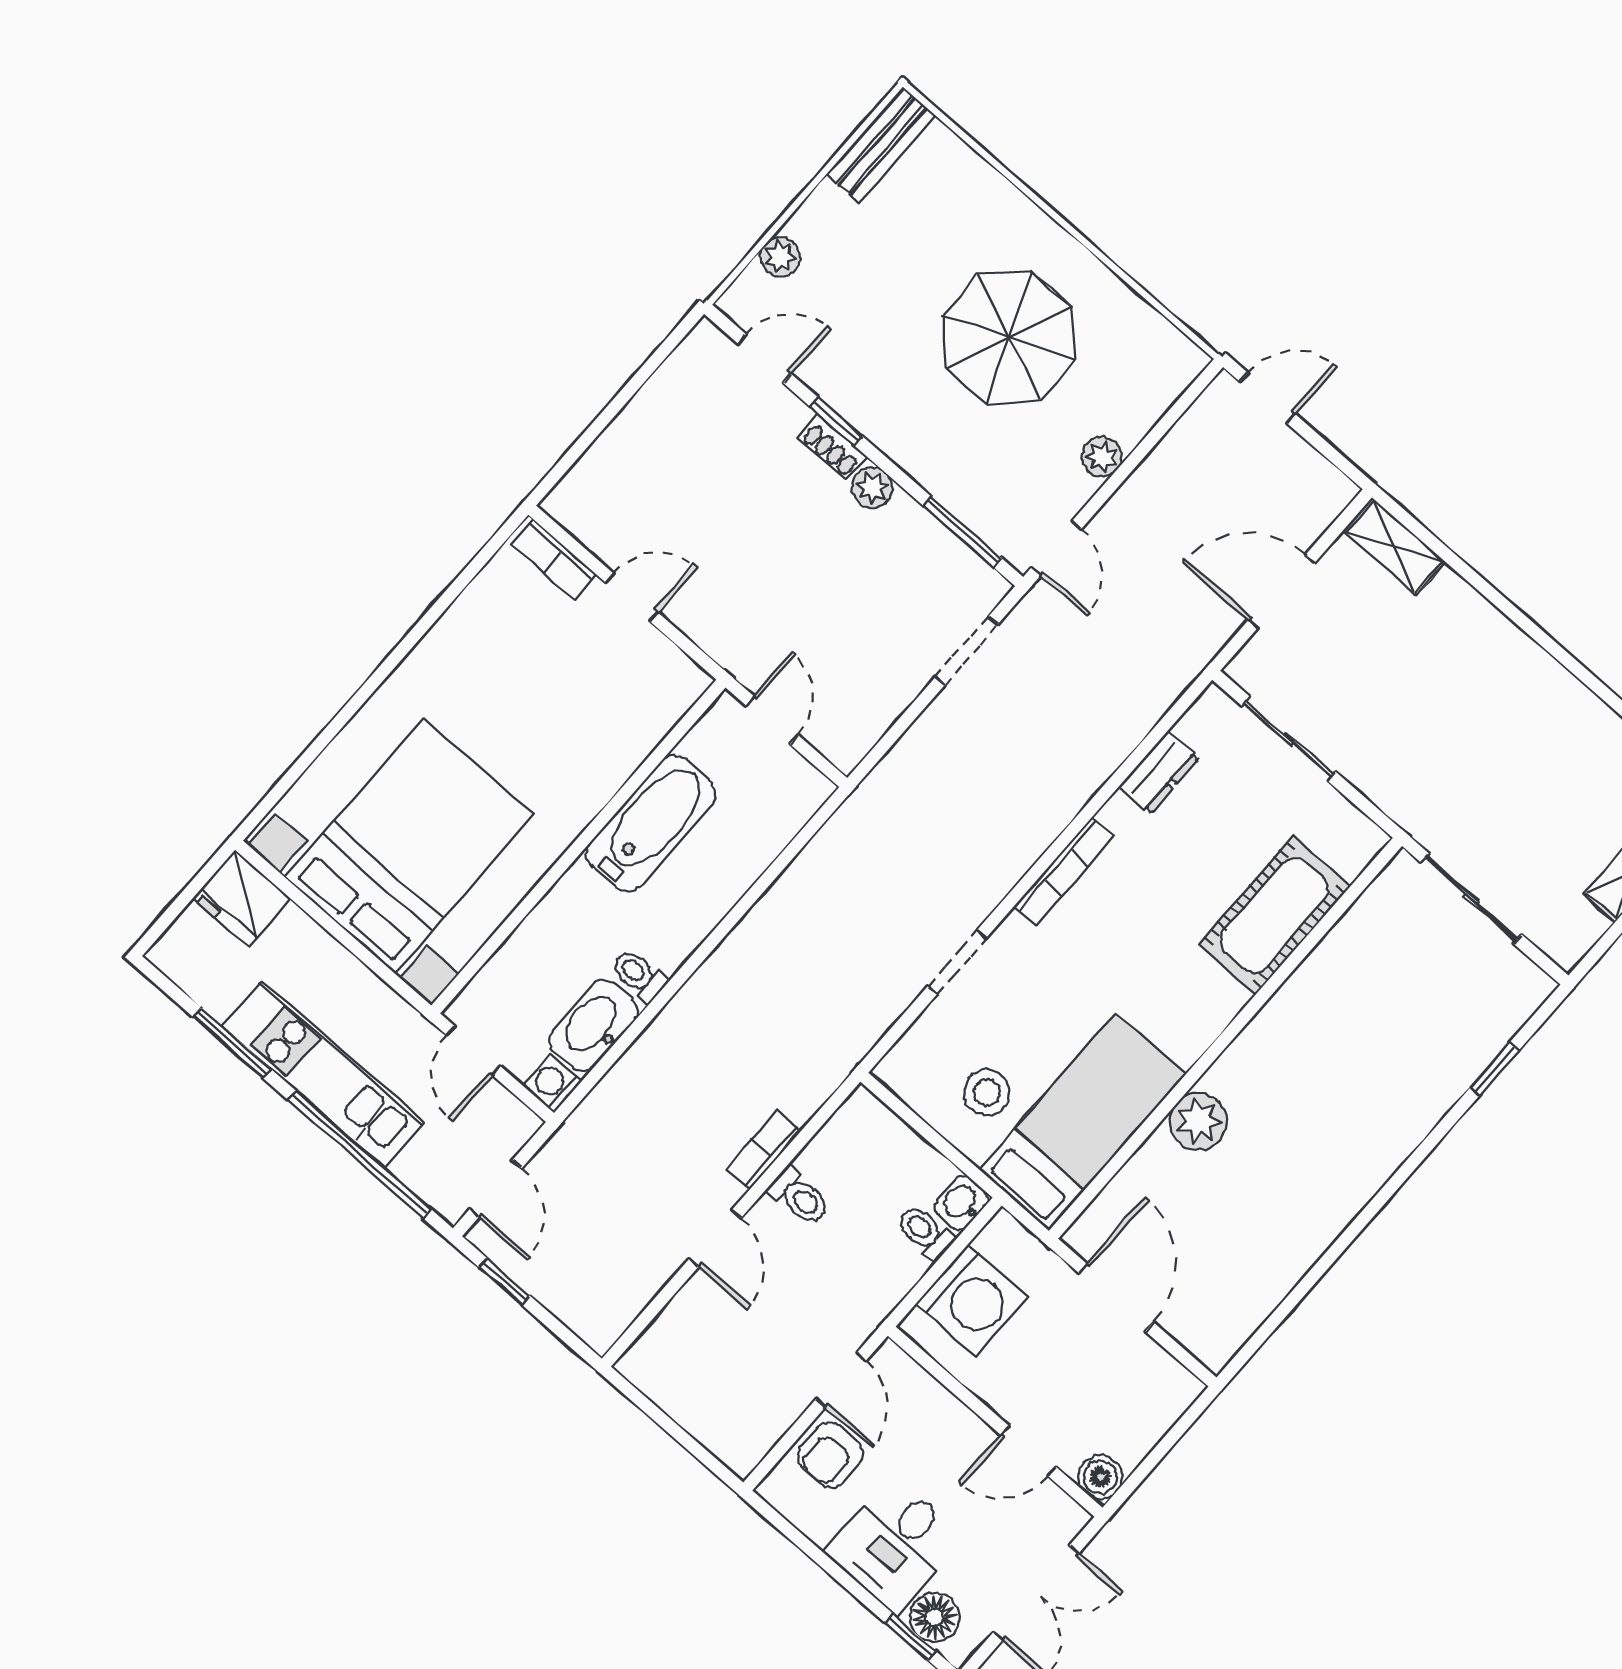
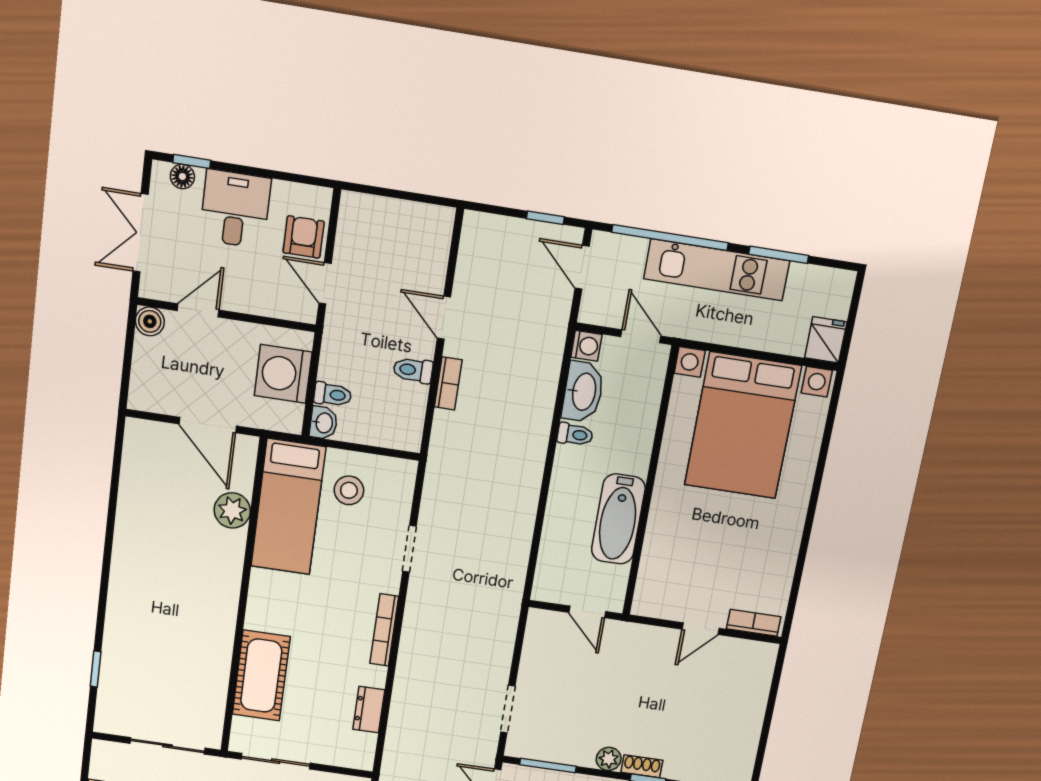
sliding door: (1289, 739) -> (276, 761), moved
fridge: (242, 898) -> (826, 340), width x0.72
plant: (1199, 1121) -> (232, 510), moved
floor lamp: (934, 1617) -> (182, 176), width x0.73, depth x0.73

